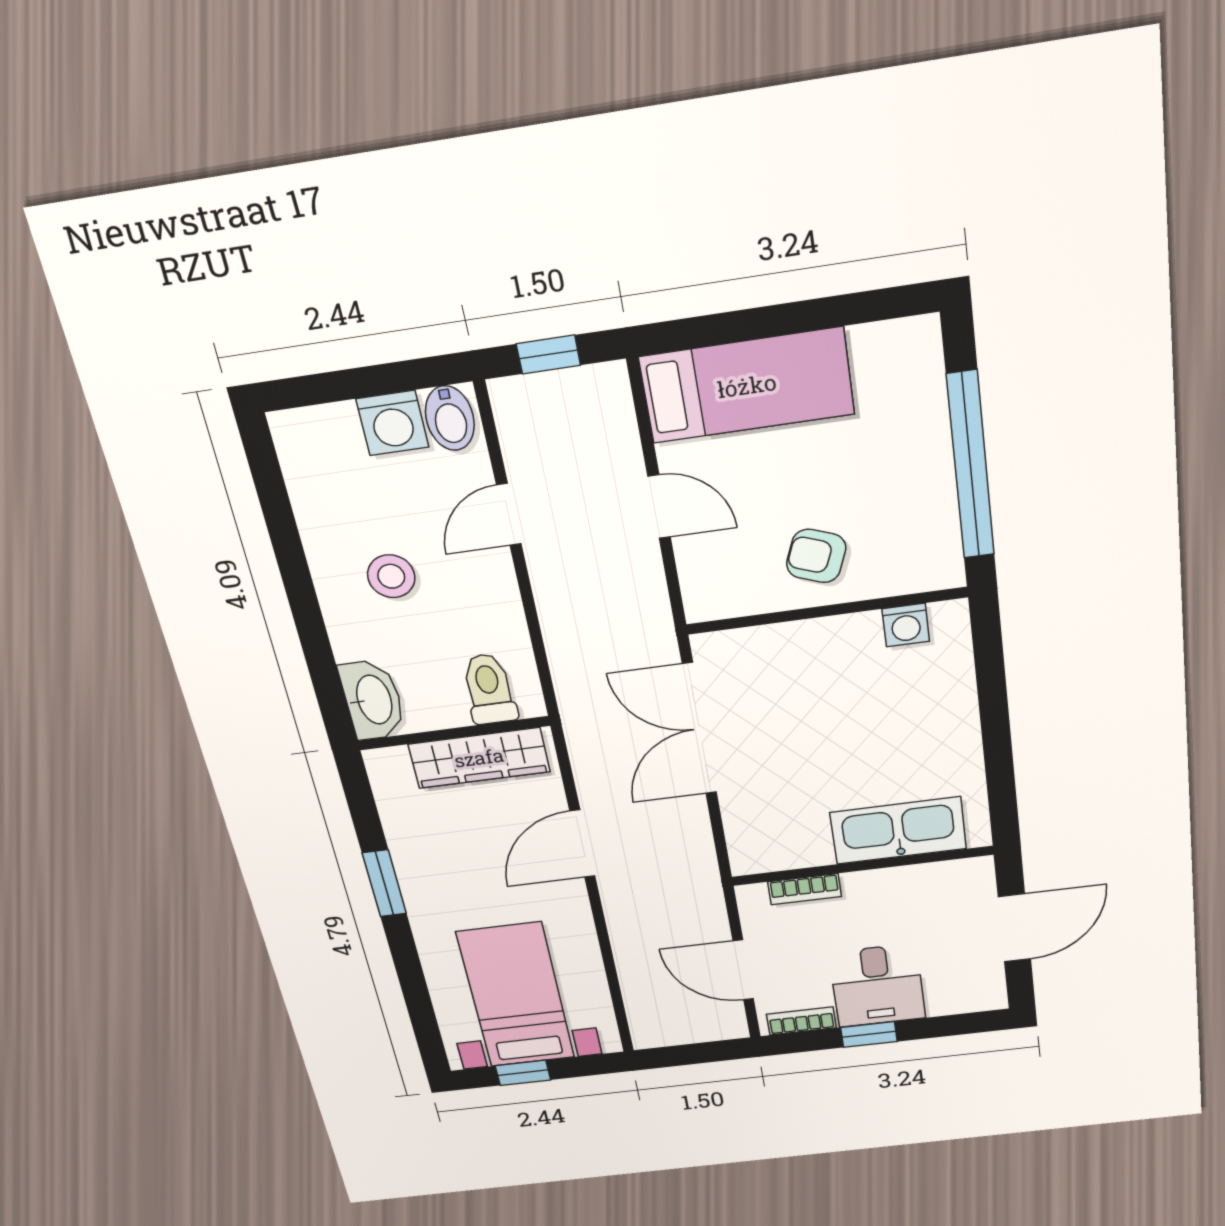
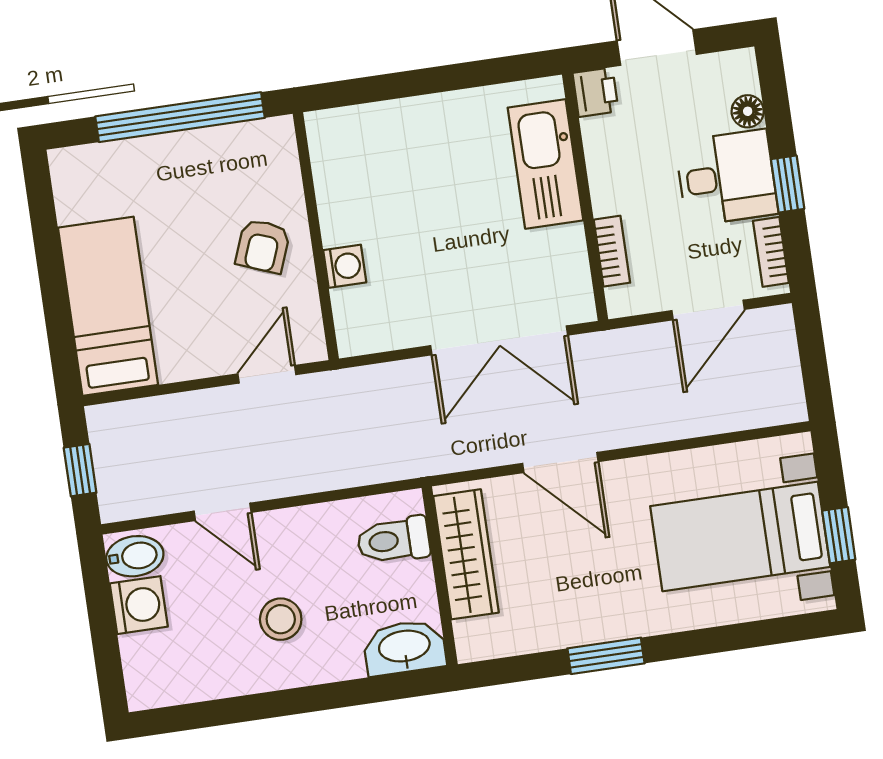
door: (659, 507) -> (267, 374), moved
washing machine: (906, 625) -> (345, 266), moved
double door: (699, 729) -> (499, 340), moved
printer: (972, 875) -> (596, 92), added
floor lamp: (944, 1003) -> (748, 111), added

